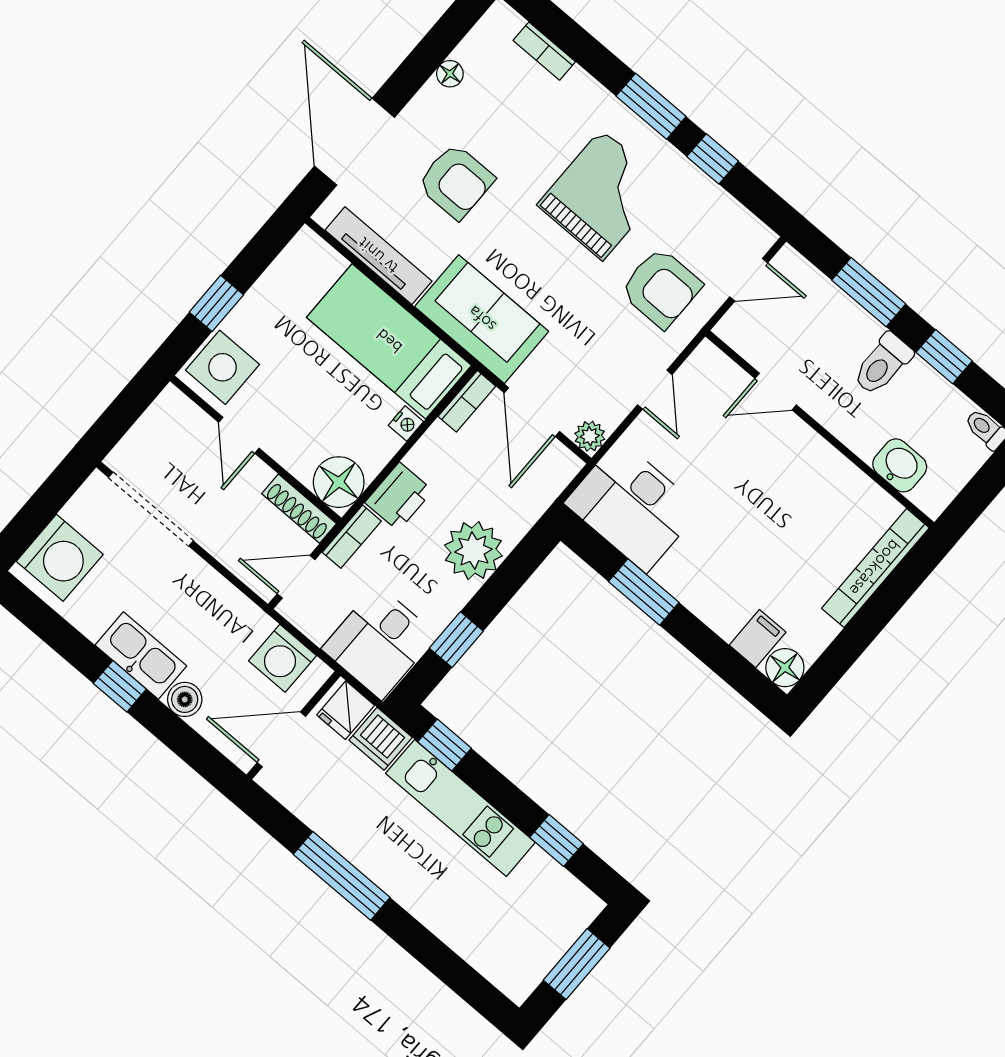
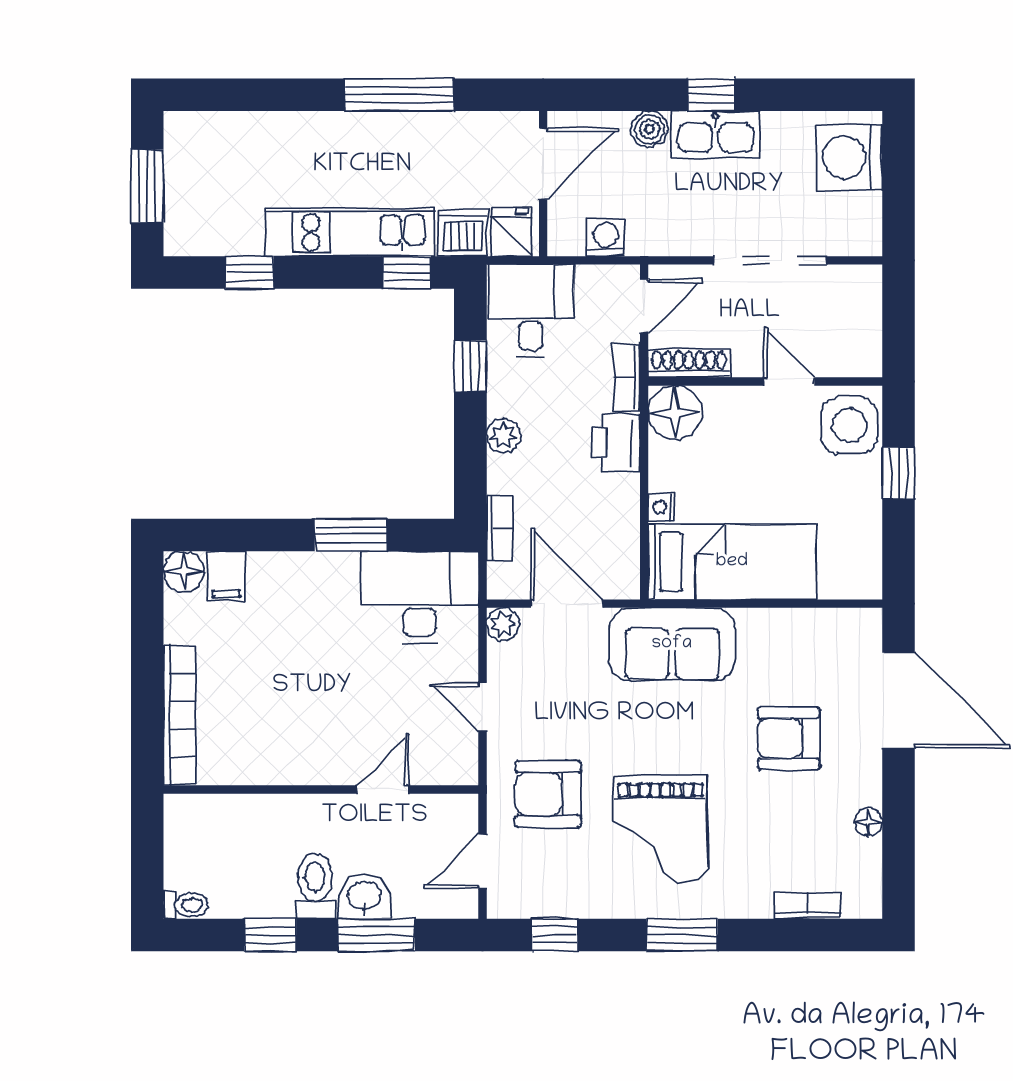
window: (713, 159) -> (555, 935), moved
tv unit: (378, 256) -> (800, 624), removed
bookcase: (467, 401) -> (500, 528), moved, turned 180
washbasin: (900, 465) -> (364, 897), moved, turned 180
doorway: (151, 509) -> (770, 260), moved
plant: (473, 551) -> (503, 436), width x0.53, depth x0.53
washing machine: (283, 658) -> (606, 238), width x0.73, depth x0.73

